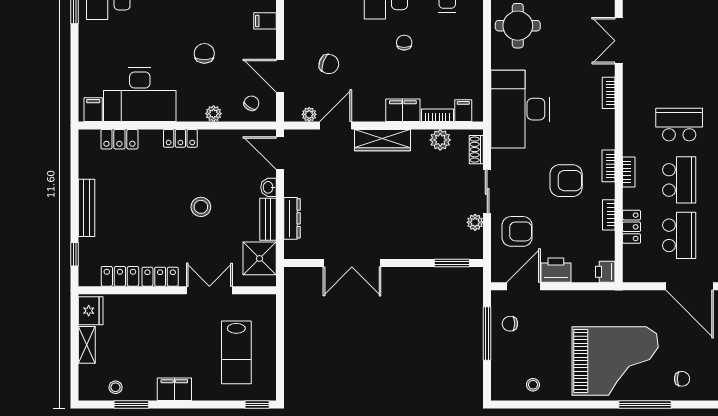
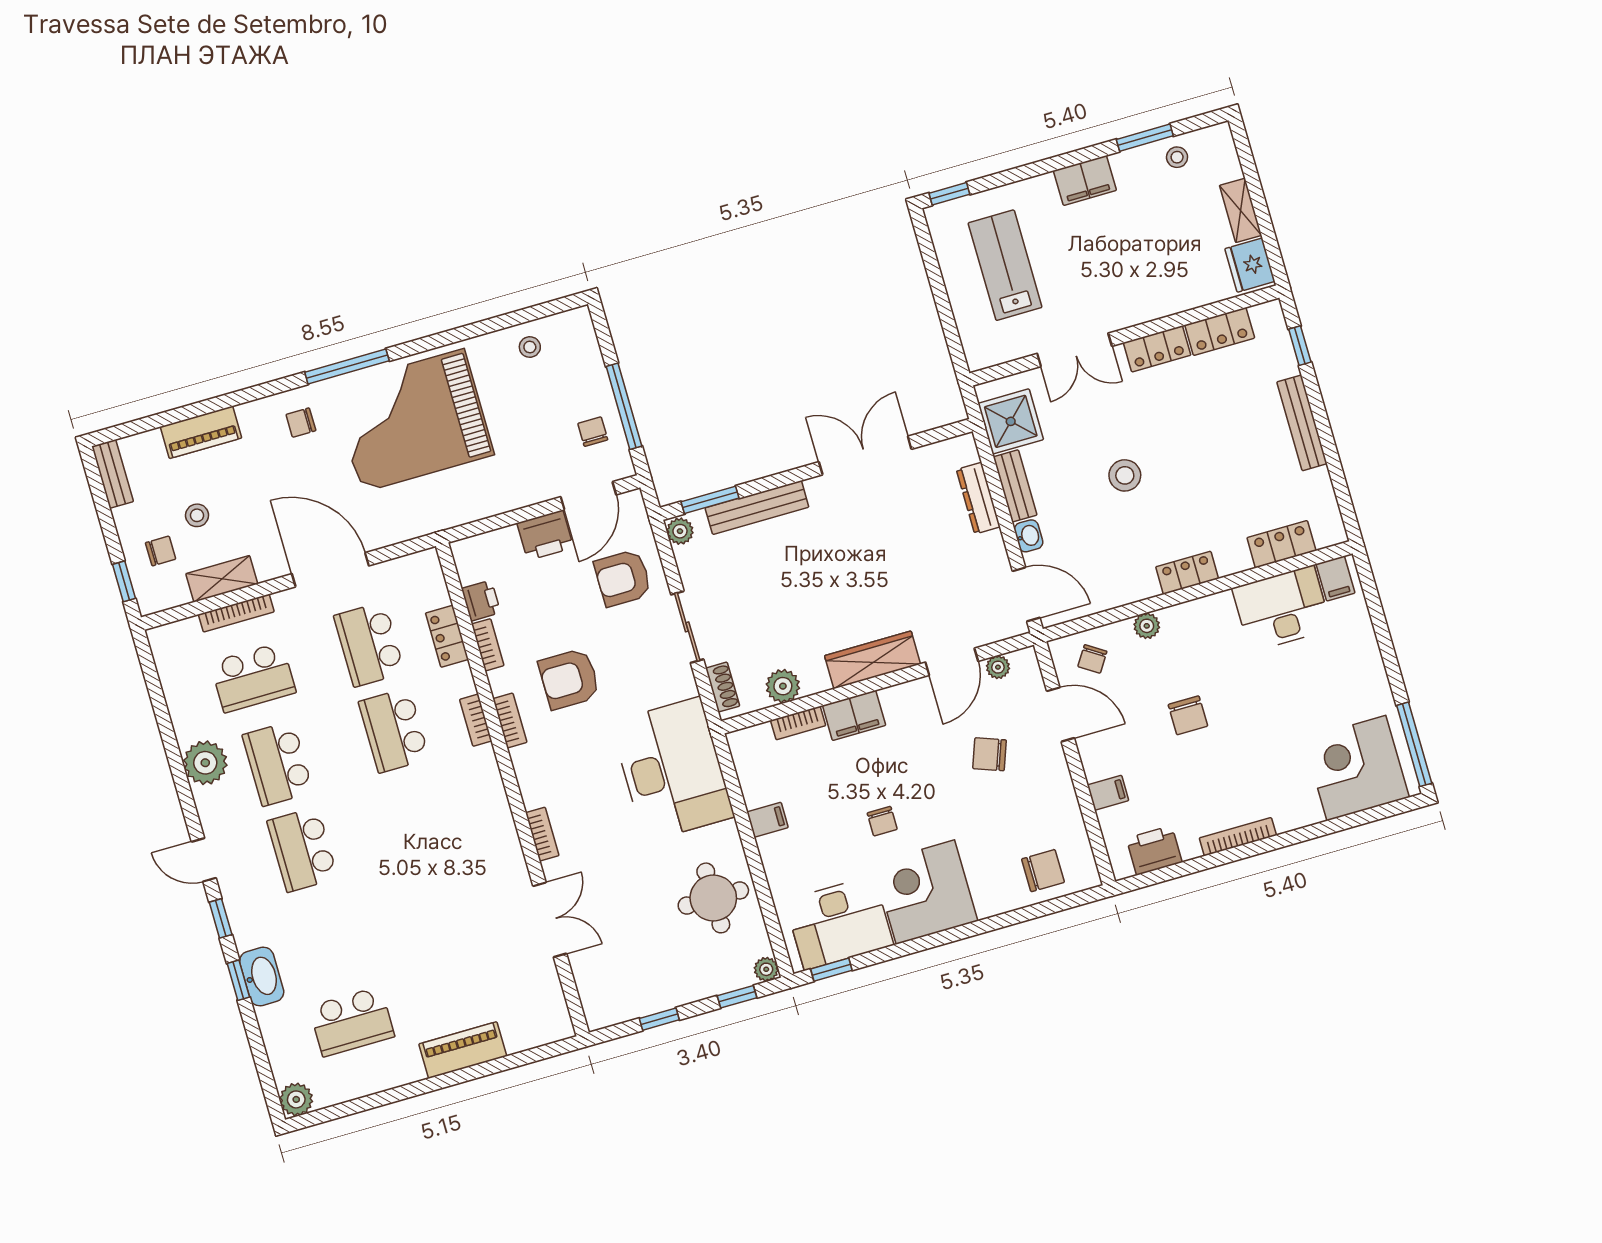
desk: (140, 95) -> (1282, 609), width x0.73, depth x0.77
filing cabinet: (463, 111) -> (767, 820), moved, turned -90
school desk: (679, 125) -> (419, 816), removed
plant: (475, 222) -> (680, 531), moved
bench: (425, 251) -> (757, 508), added
printer: (605, 272) -> (481, 601), moved
chair: (510, 324) -> (593, 432), turned -90

